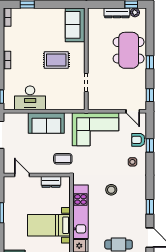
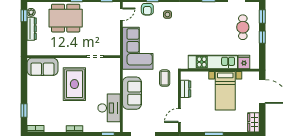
rug: (56, 60) -> (74, 84), width x1.36, depth x1.43
stool: (111, 190) -> (193, 34), removed

